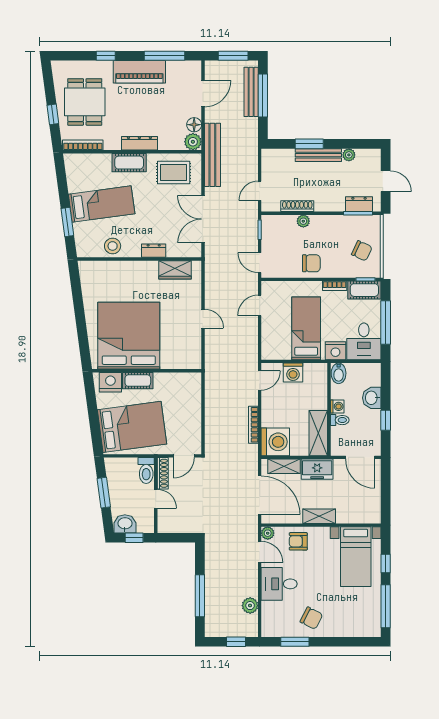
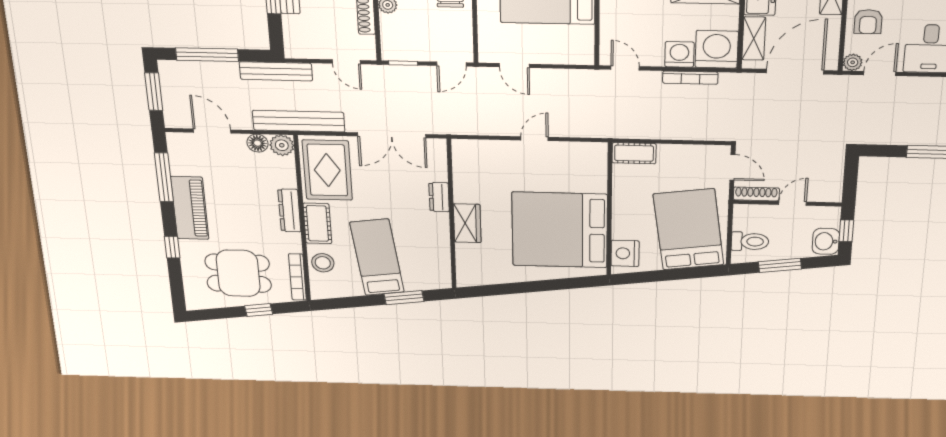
bench: (251, 92) -> (276, 71), moved
rug: (174, 172) -> (327, 170), width x1.36, depth x1.43
stool: (113, 246) -> (323, 263), moved
wardrobe: (175, 270) -> (467, 223), moved
washing machine: (293, 373) -> (679, 54), moved, turned -90
cot: (138, 381) -> (634, 153), moved, turned 90
toilet: (146, 470) -> (750, 241), moved

